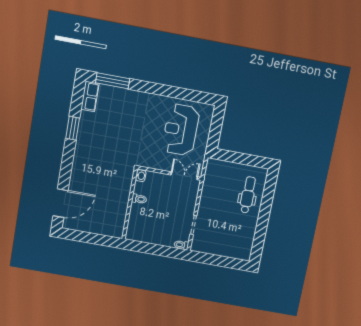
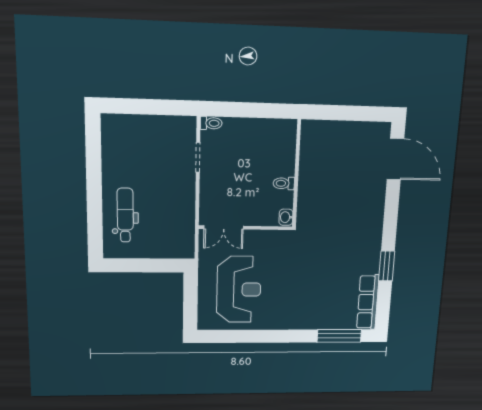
row of seats: (90, 96) -> (368, 302), width x1.48
dental chair: (248, 195) -> (125, 215), turned 180
door: (61, 203) -> (395, 159), swing flipped

